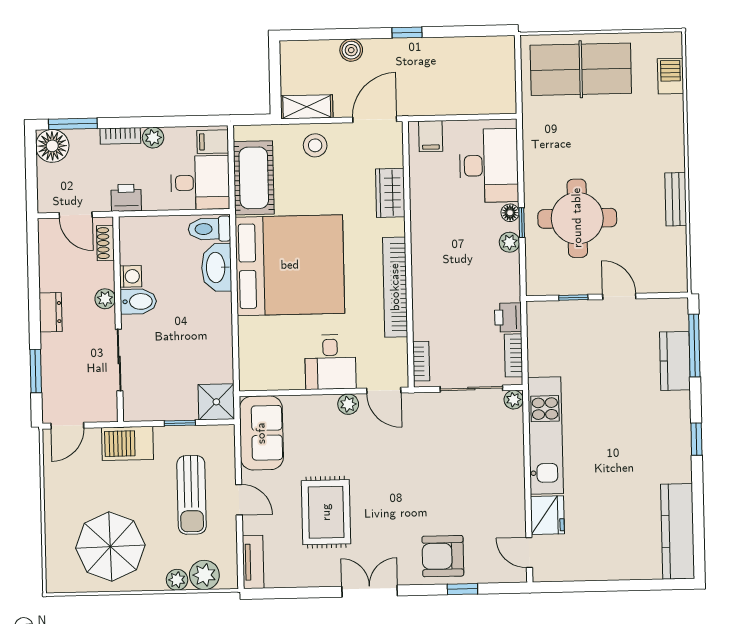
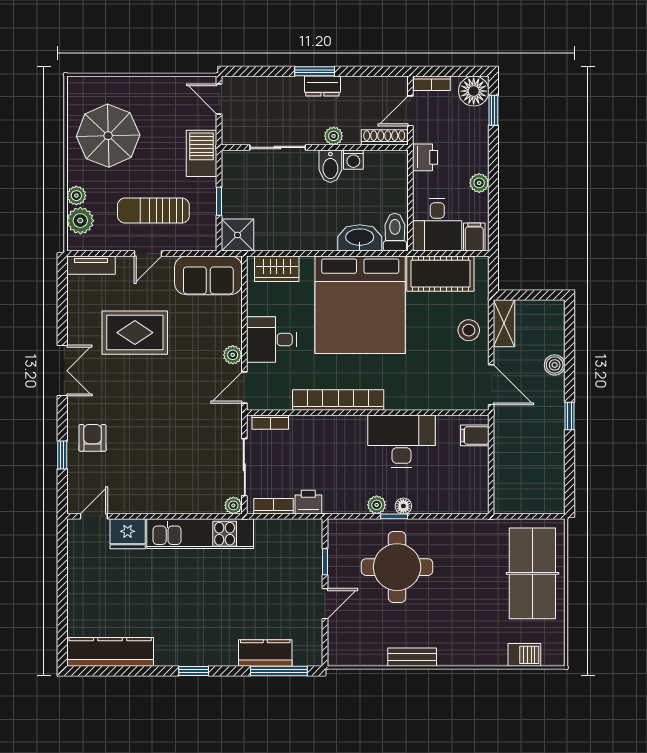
window: (73, 124) -> (493, 110), width x0.67
bookcase: (120, 136) -> (432, 83), moved, turned -90
desk: (489, 165) -> (401, 441), moved, turned 180
wardrobe: (390, 193) -> (277, 269), moved, turned 180
shoe rack: (105, 243) -> (384, 137), width x1.43
window: (36, 371) -> (315, 71), moved
armchair: (443, 556) -> (93, 438), width x0.72, depth x0.72

